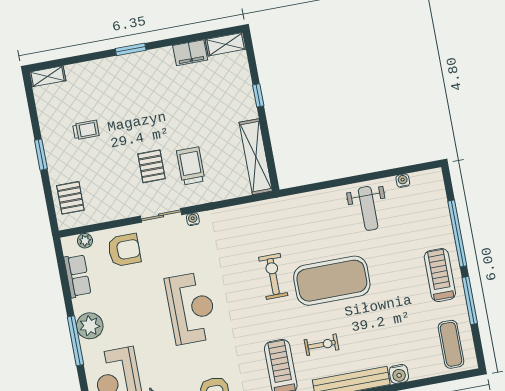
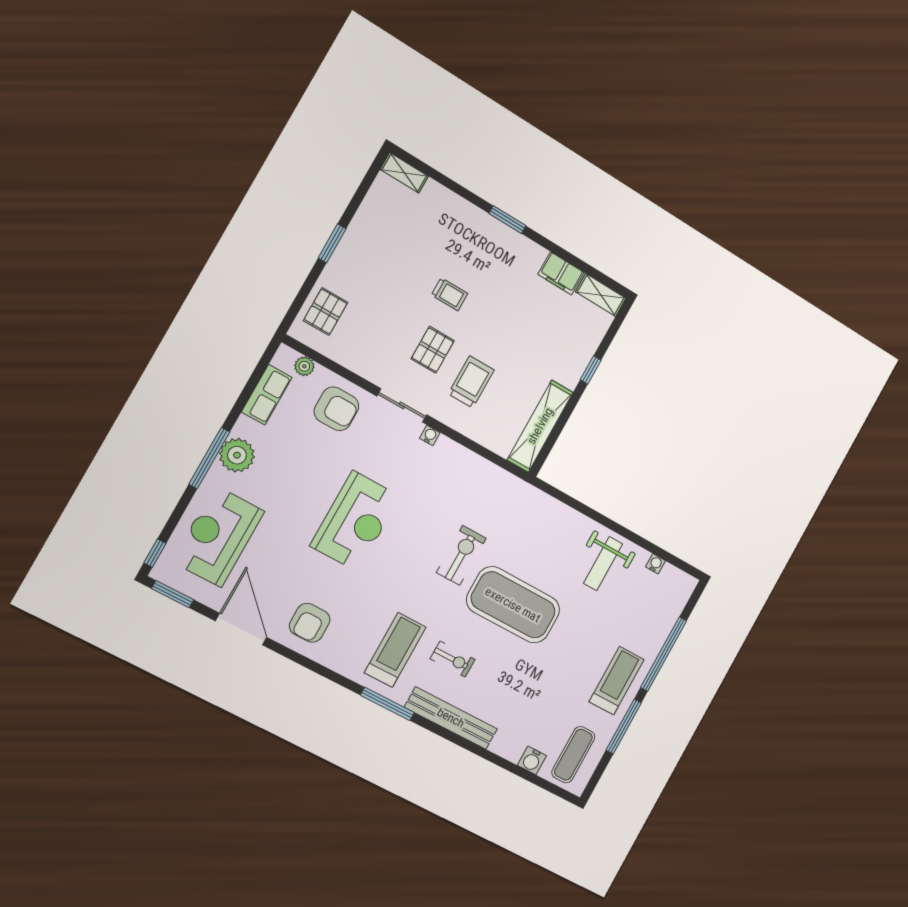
trolley: (86, 130) -> (450, 294), moved
water cooler: (399, 374) -> (532, 760), moved

